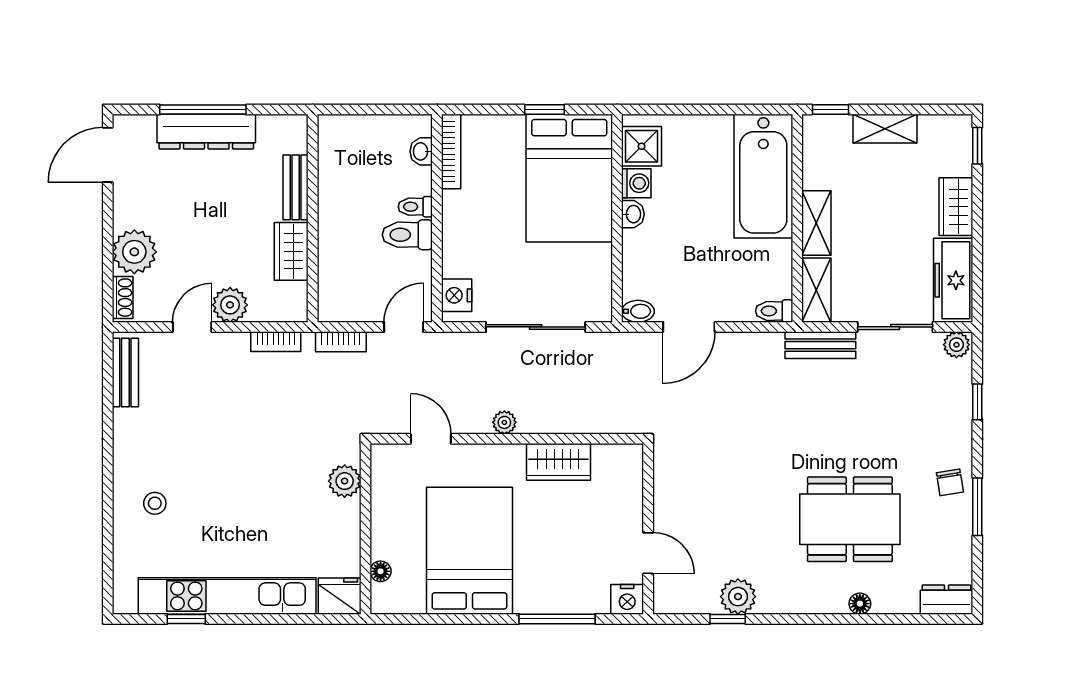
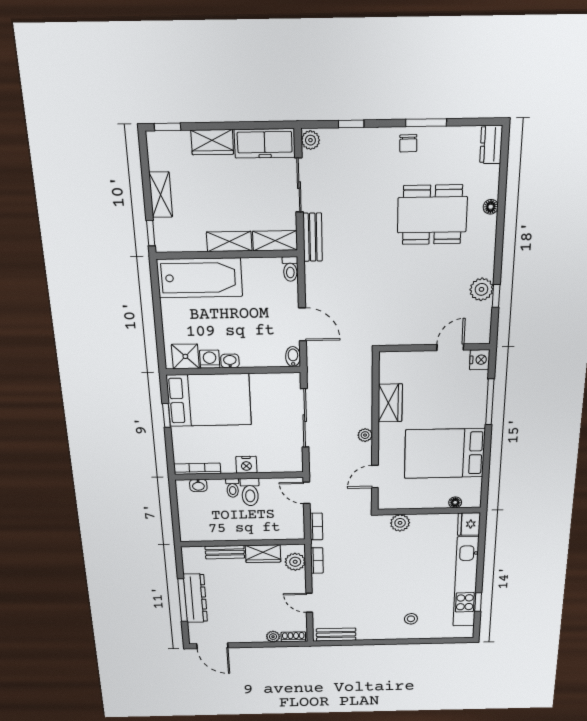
plant: (134, 252) -> (273, 637), width x0.53, depth x0.53
nightstand: (457, 295) -> (246, 465), moved
plant: (230, 305) -> (295, 562), moved
chair: (950, 482) -> (408, 143), turned 98
dining table: (850, 519) -> (432, 215), turned 90

